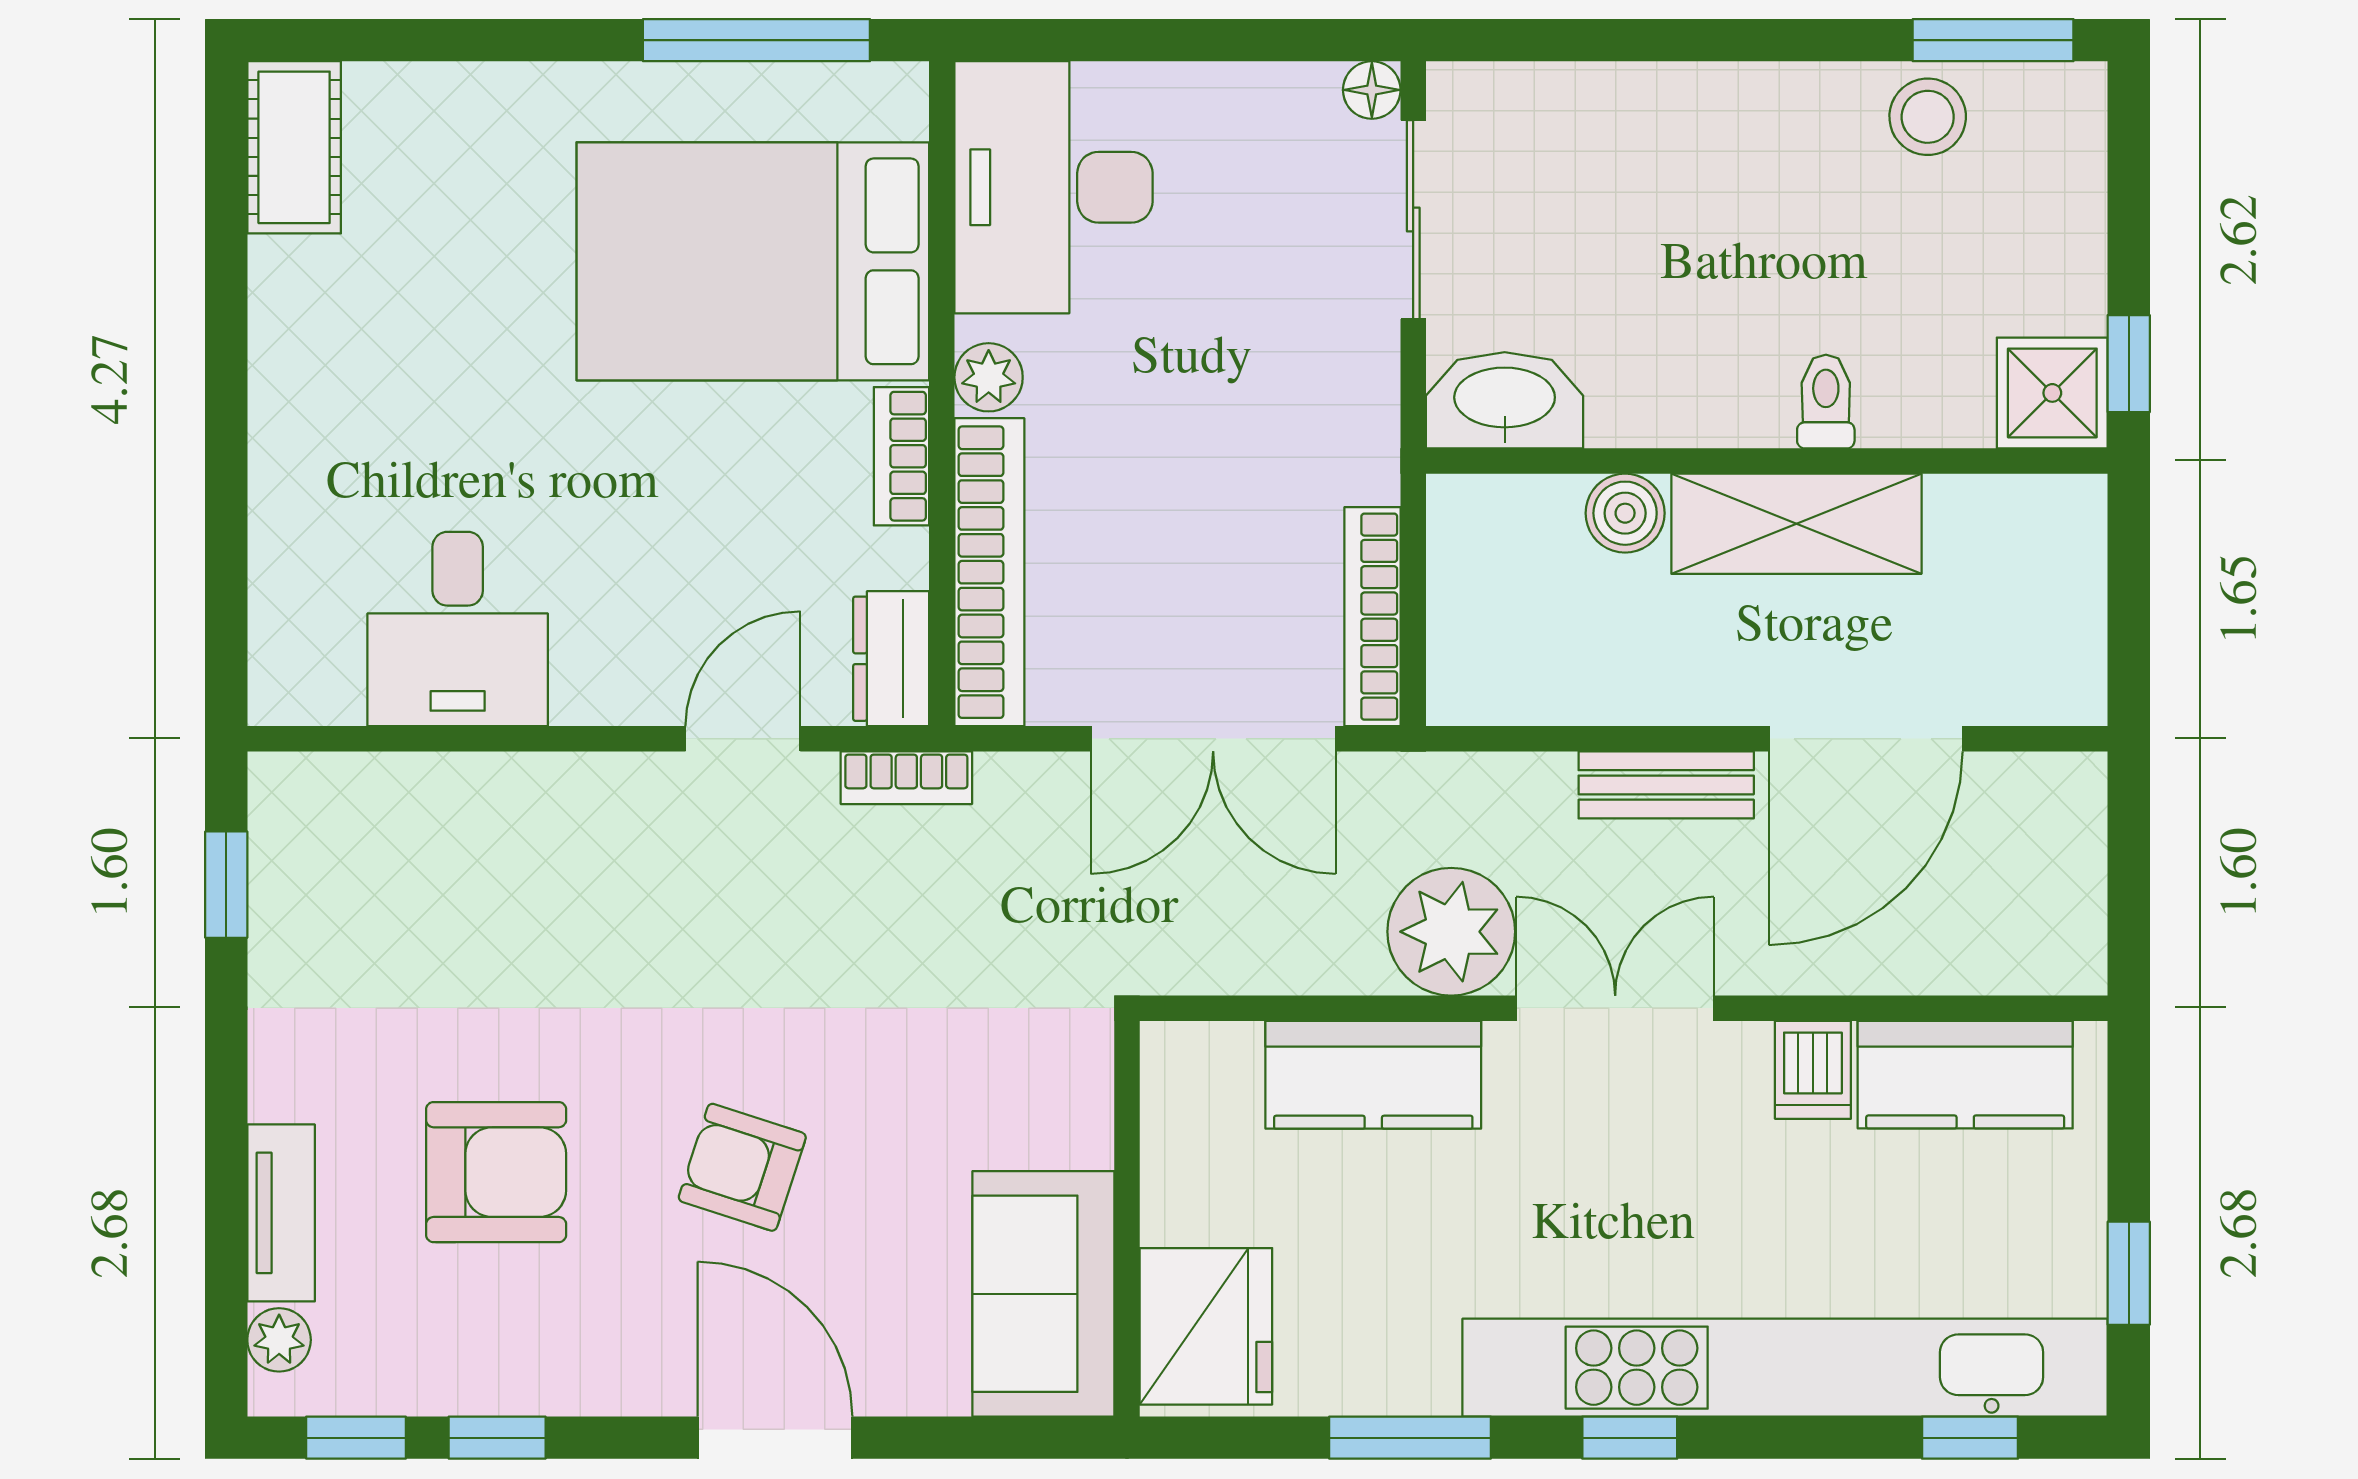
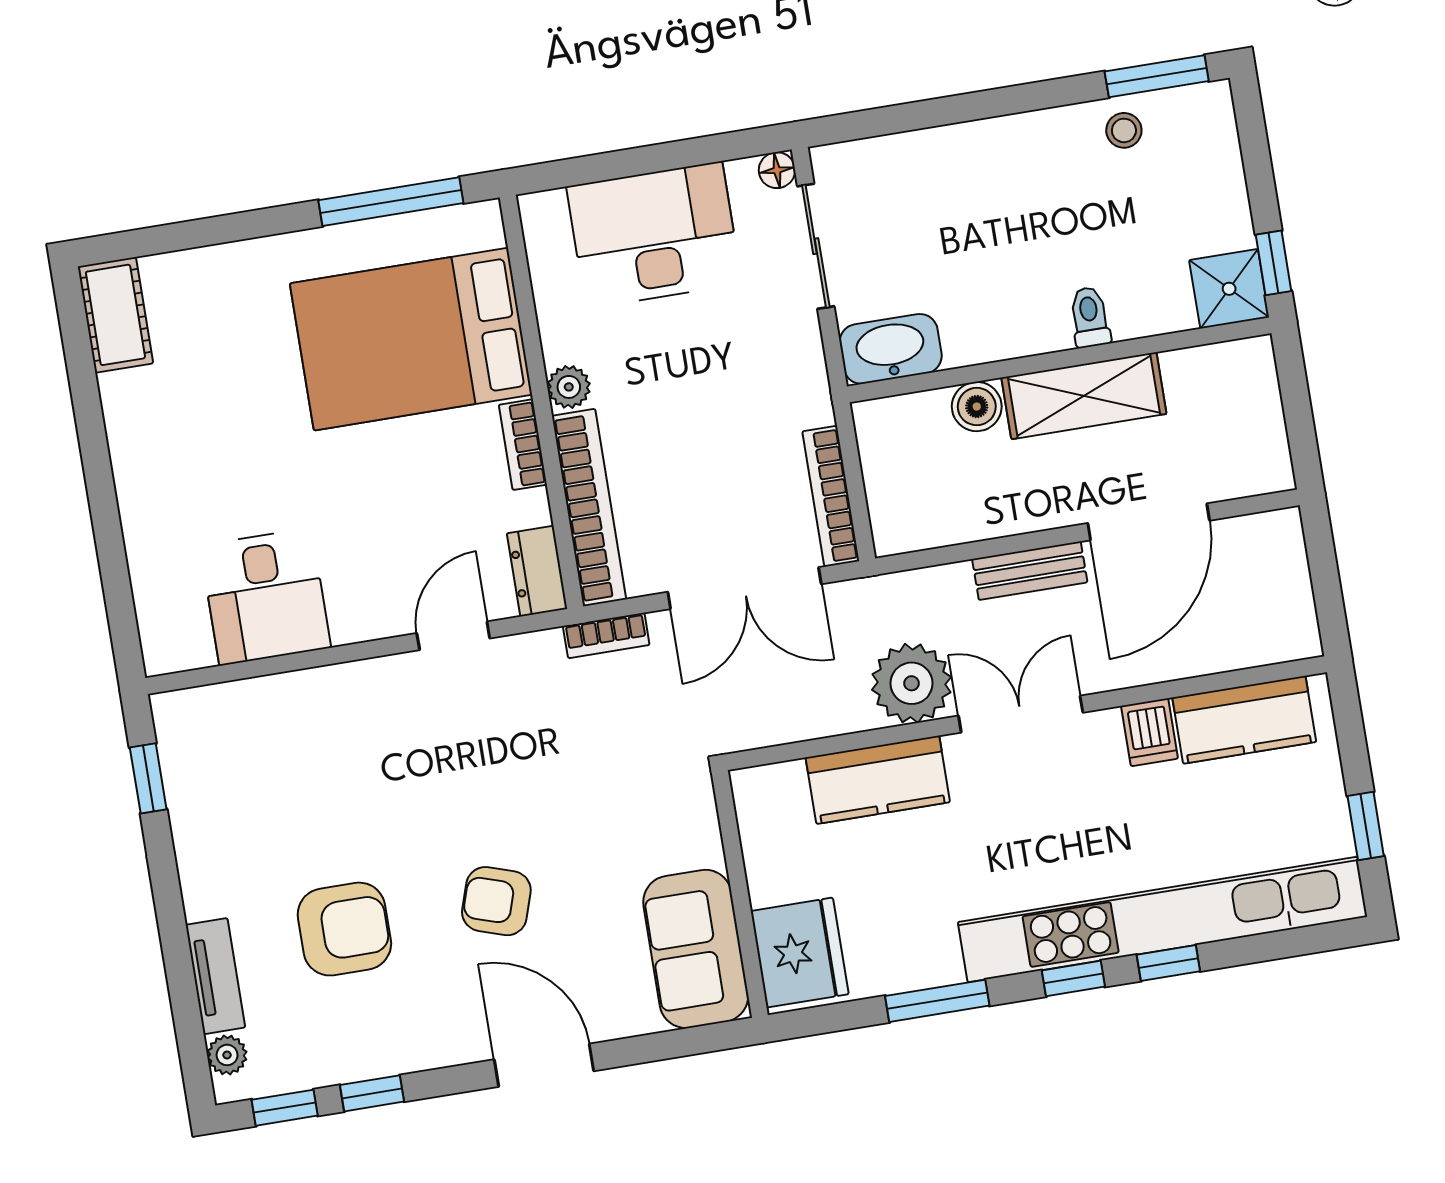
stool: (1928, 117) -> (1124, 130), width x0.73, depth x0.73
desk: (1053, 187) -> (654, 235), moved, turned 90
bookcase: (906, 778) -> (606, 635), moved
window: (1970, 1438) -> (1168, 963), moved

